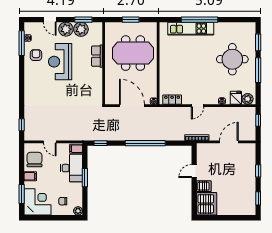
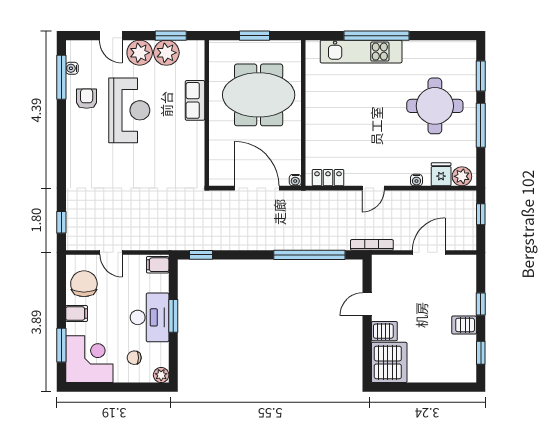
reception desk: (60, 62) -> (129, 110), turned 180
window: (145, 143) -> (309, 255), moved
desk: (71, 168) -> (150, 317), moved
server rack: (249, 183) -> (464, 325), added

